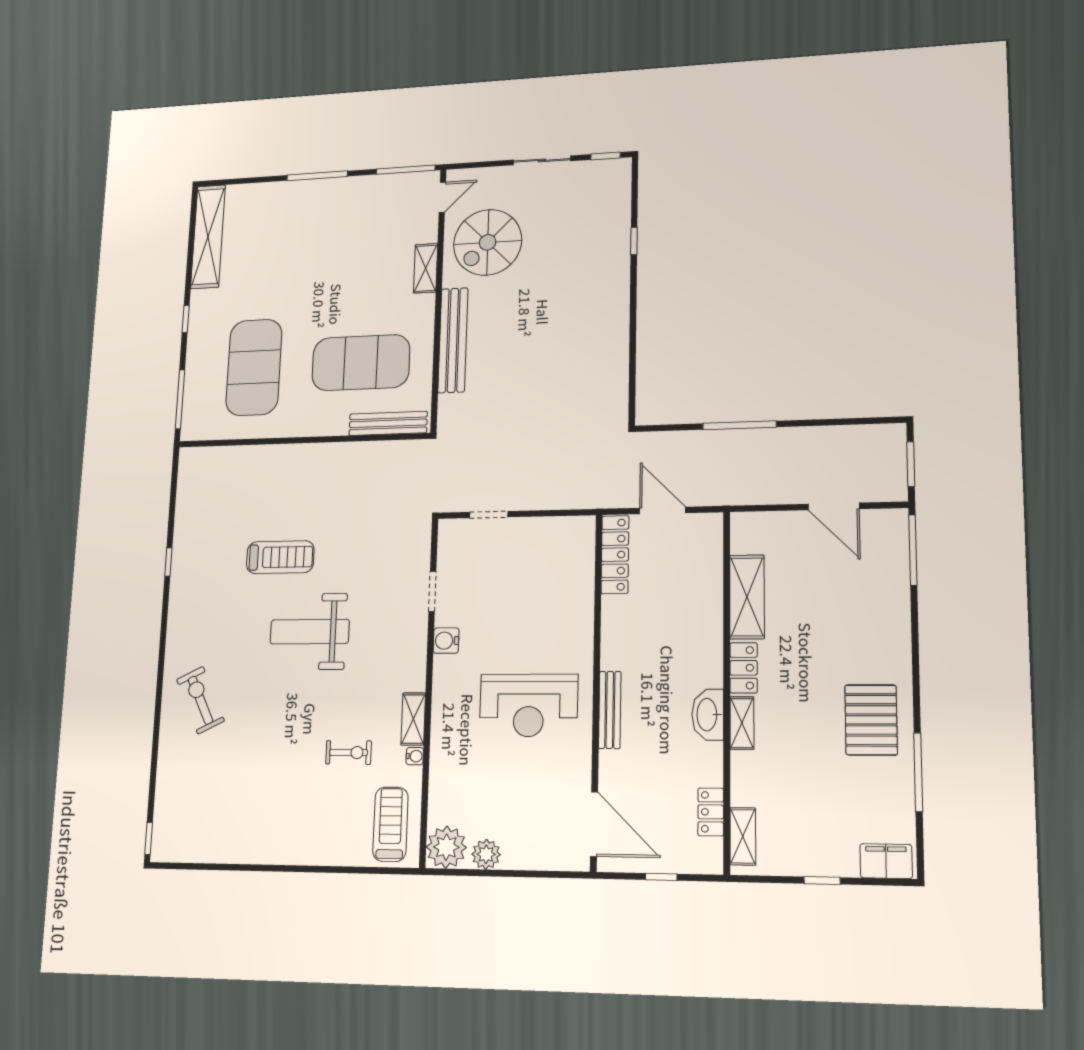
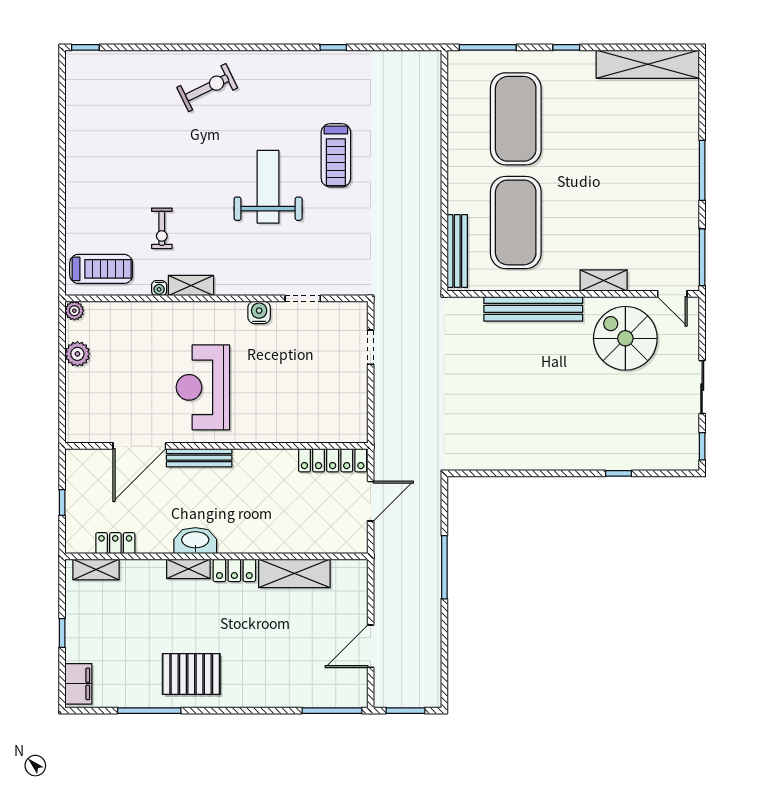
exercise mat: (254, 367) -> (516, 119), turned 90
door: (594, 824) -> (139, 446), moved
plant: (446, 847) -> (74, 311), width x0.53, depth x0.53

